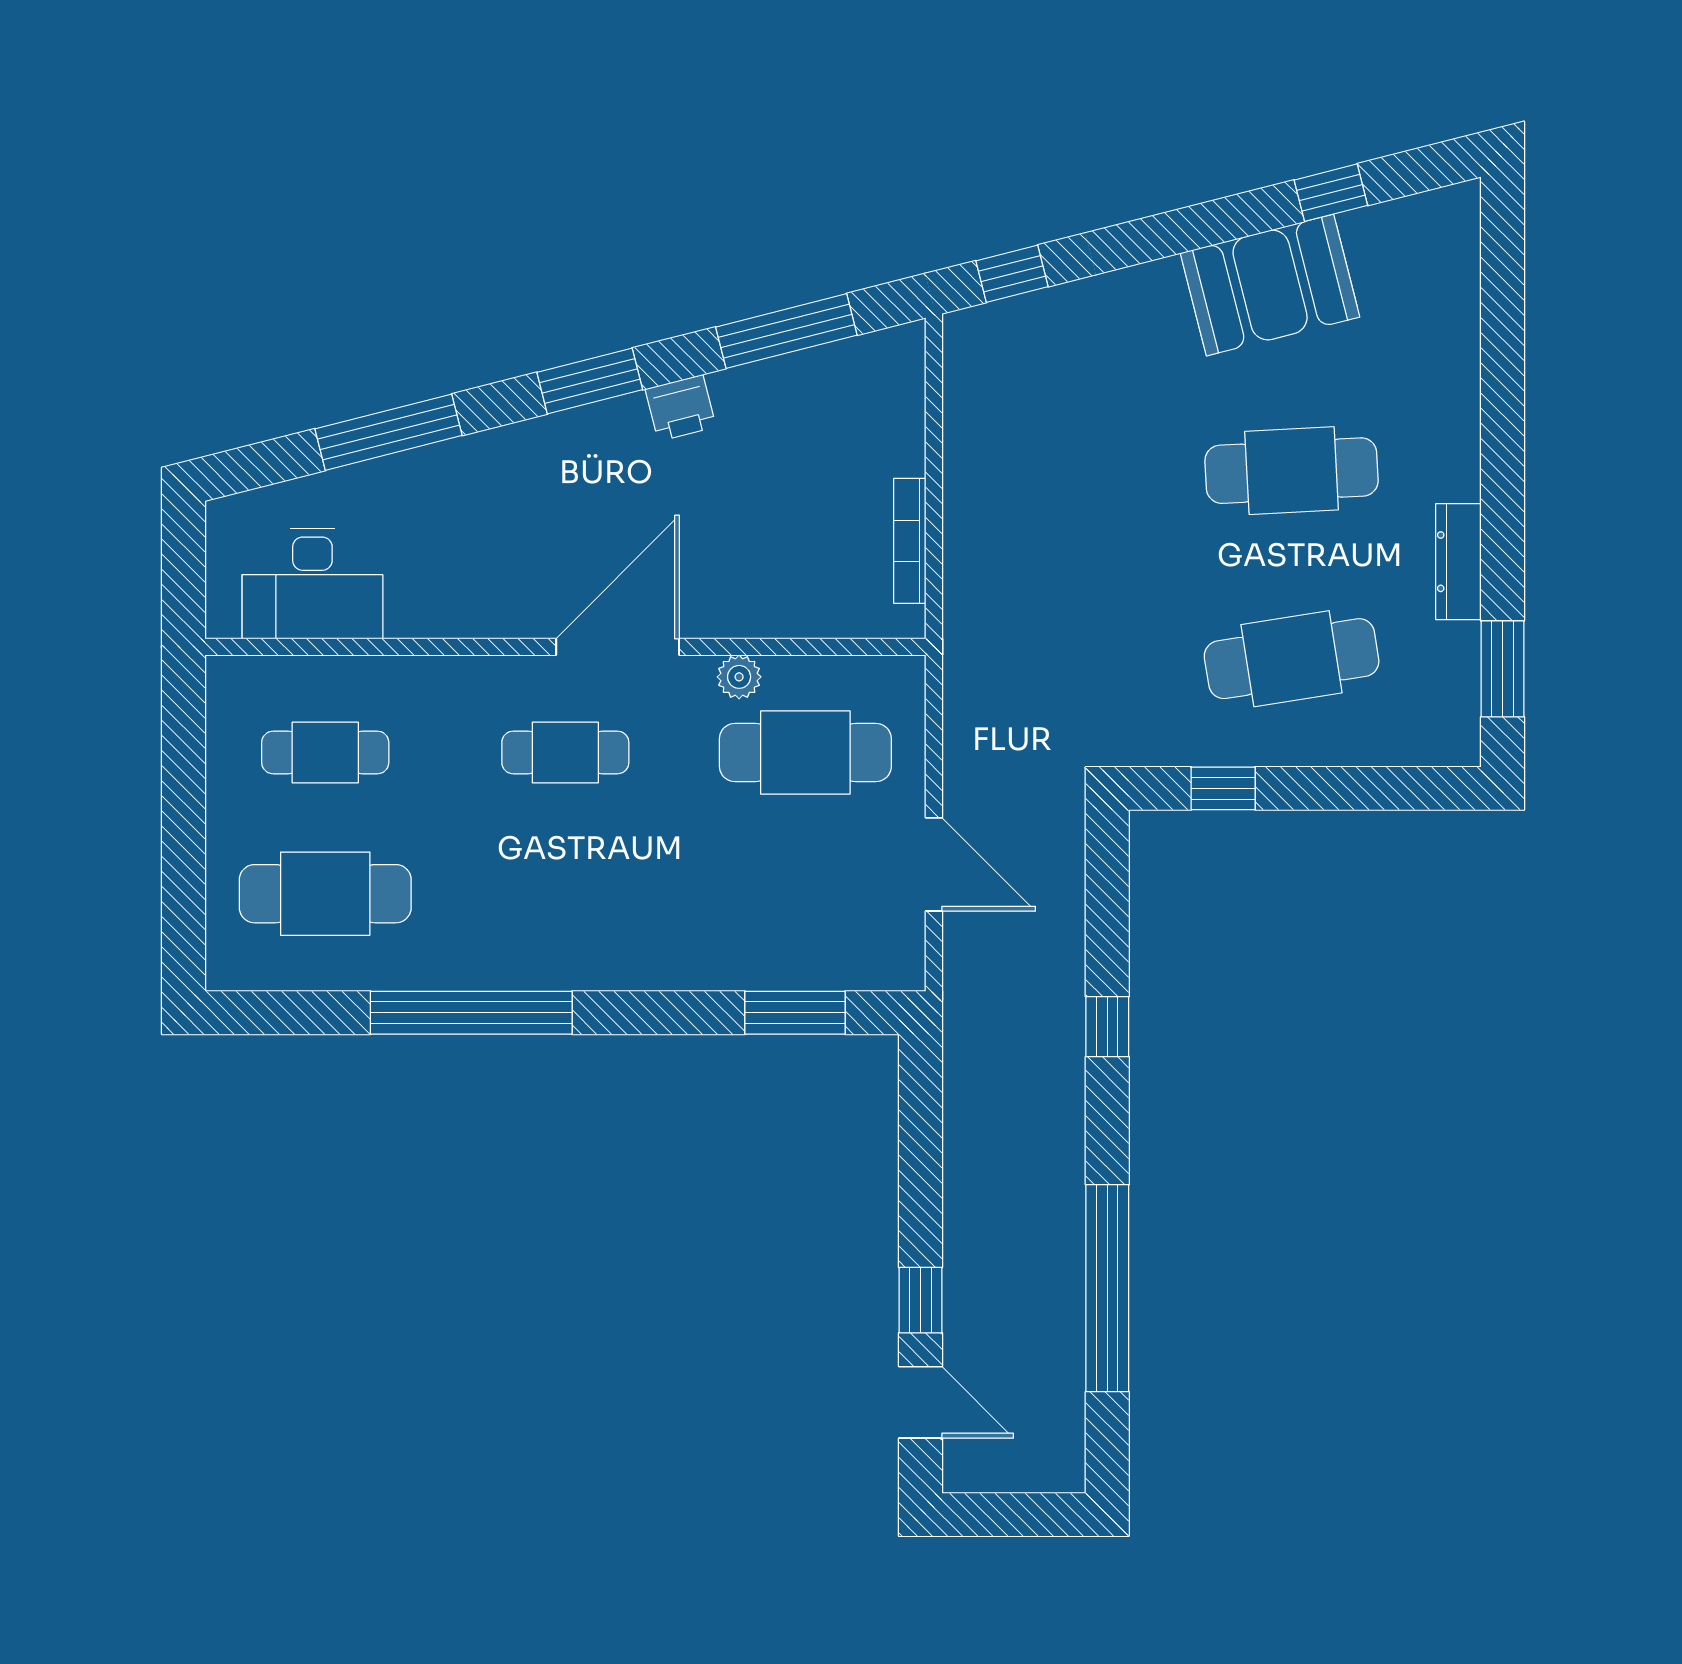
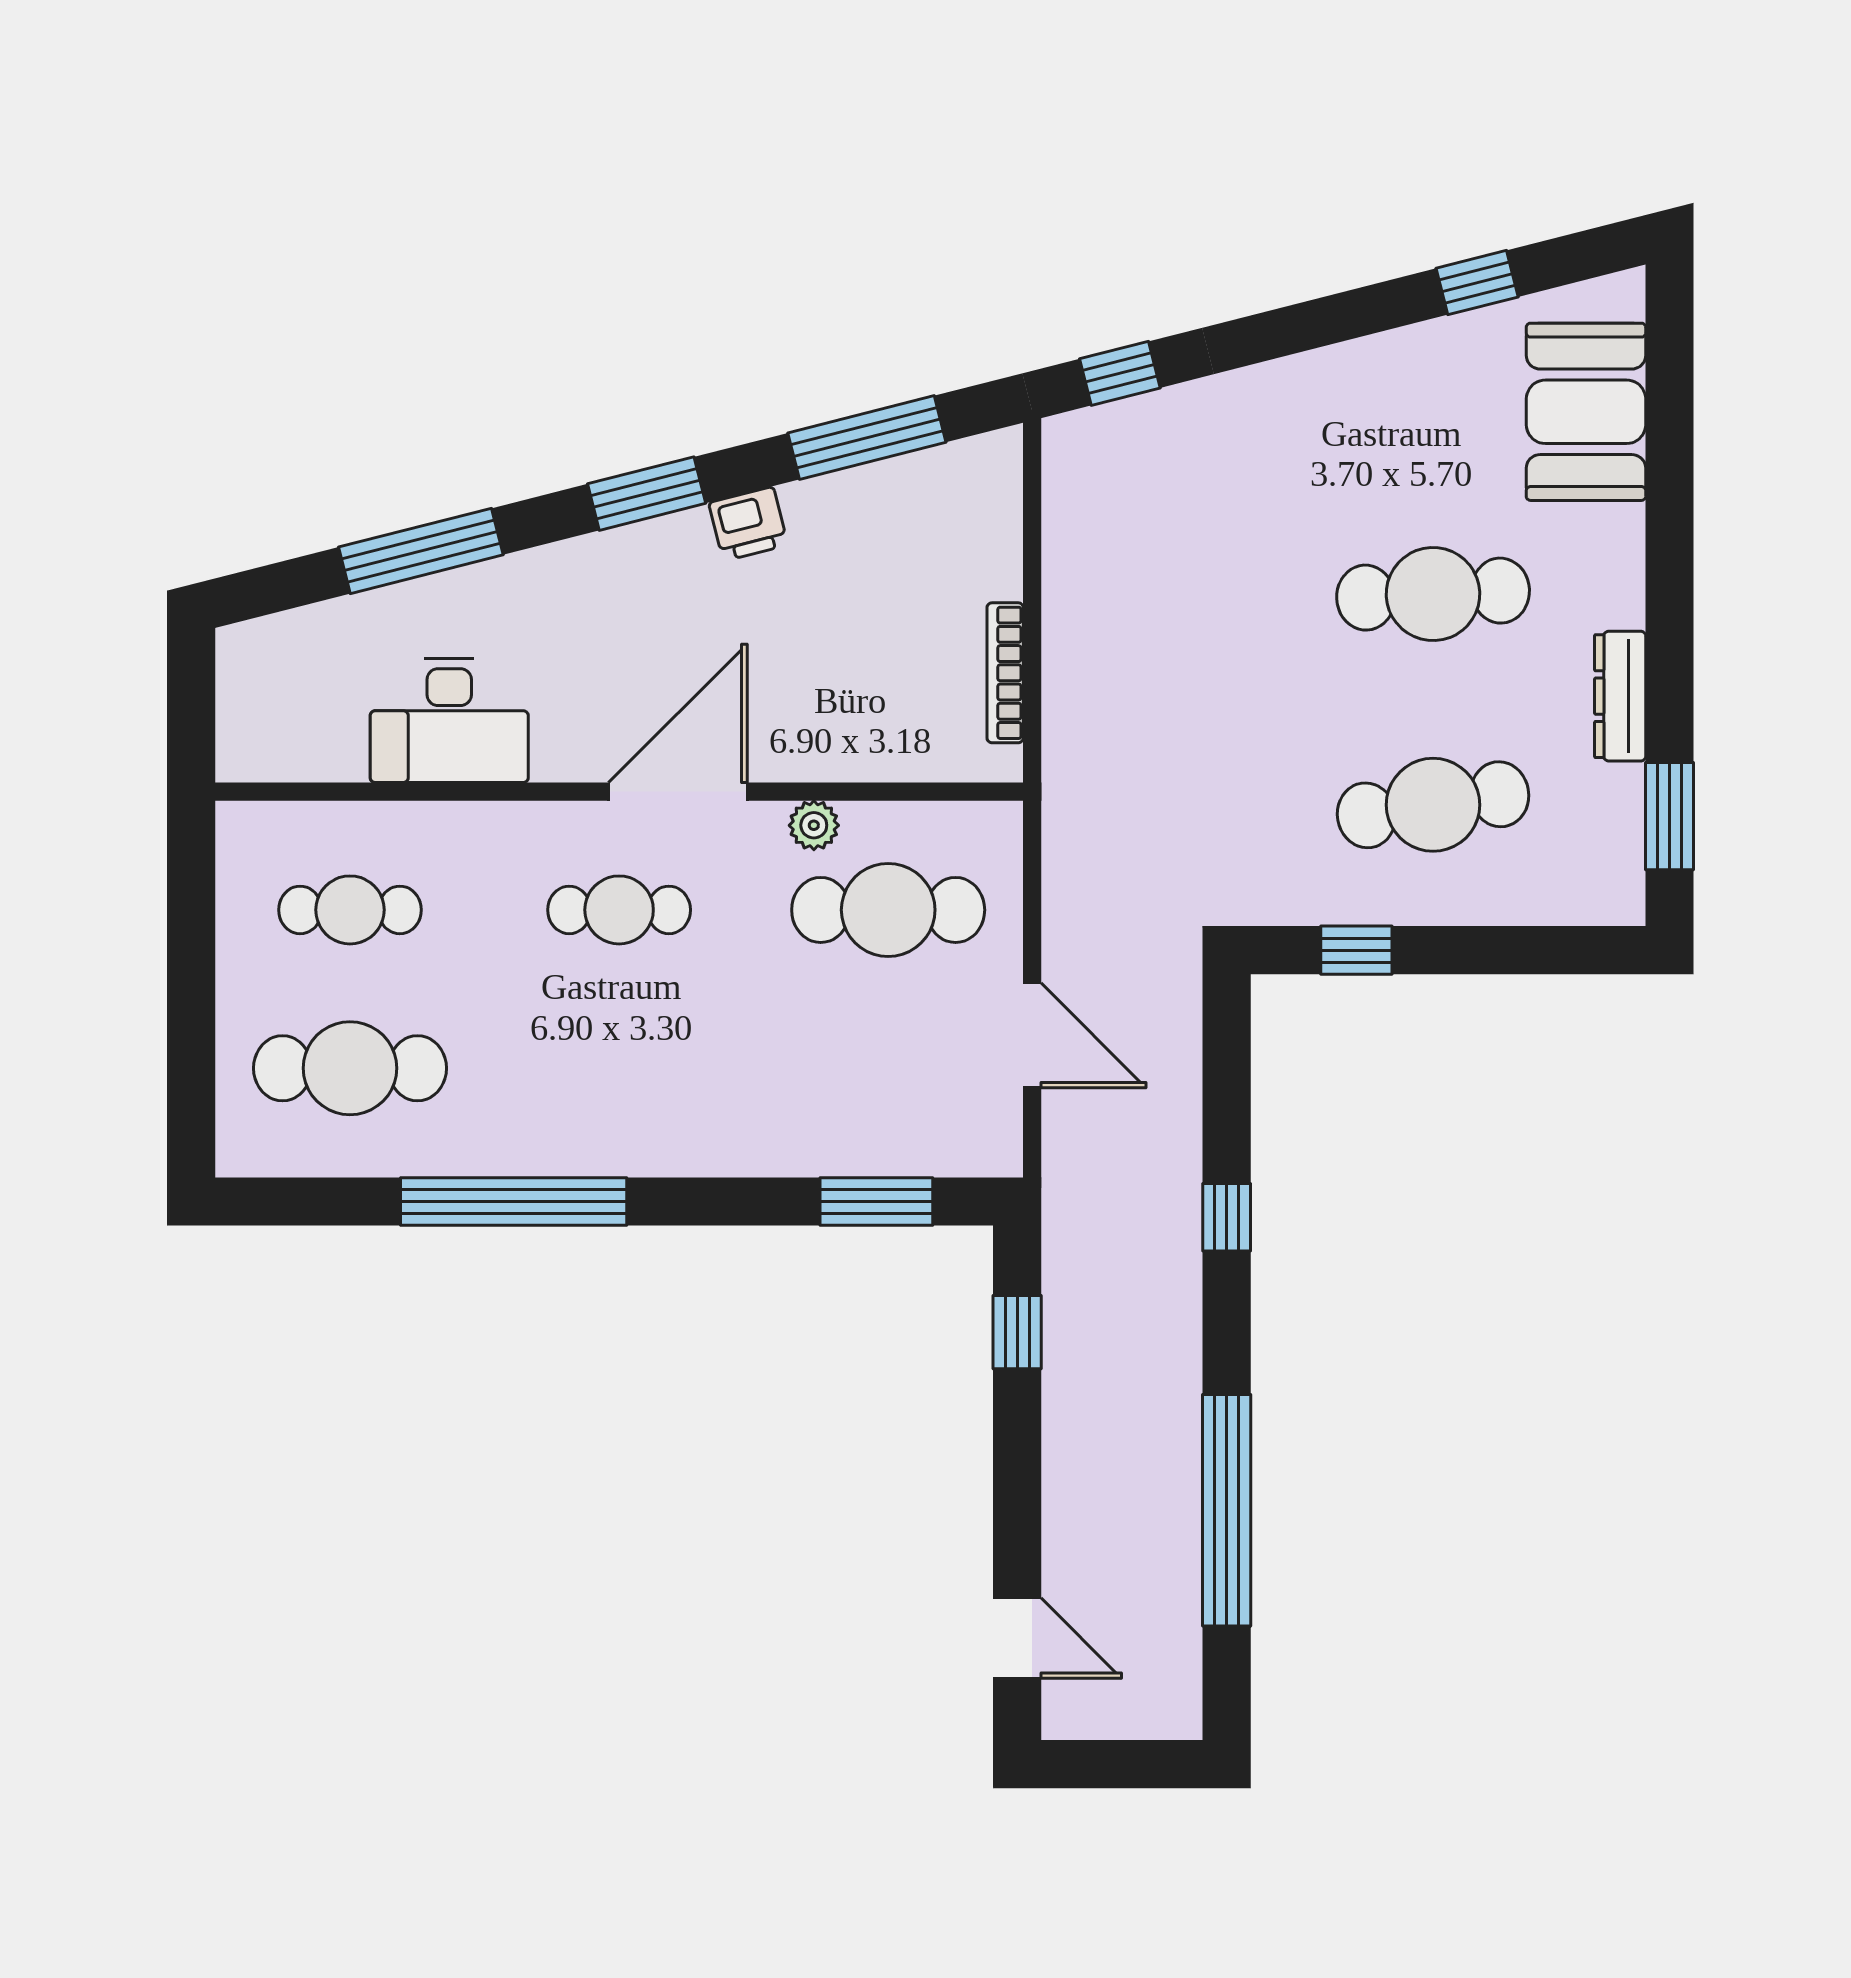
booth: (1270, 285) -> (1586, 412), moved, turned -76
desk: (312, 584) -> (449, 721), moved
window: (920, 1300) -> (1017, 1332), moved

